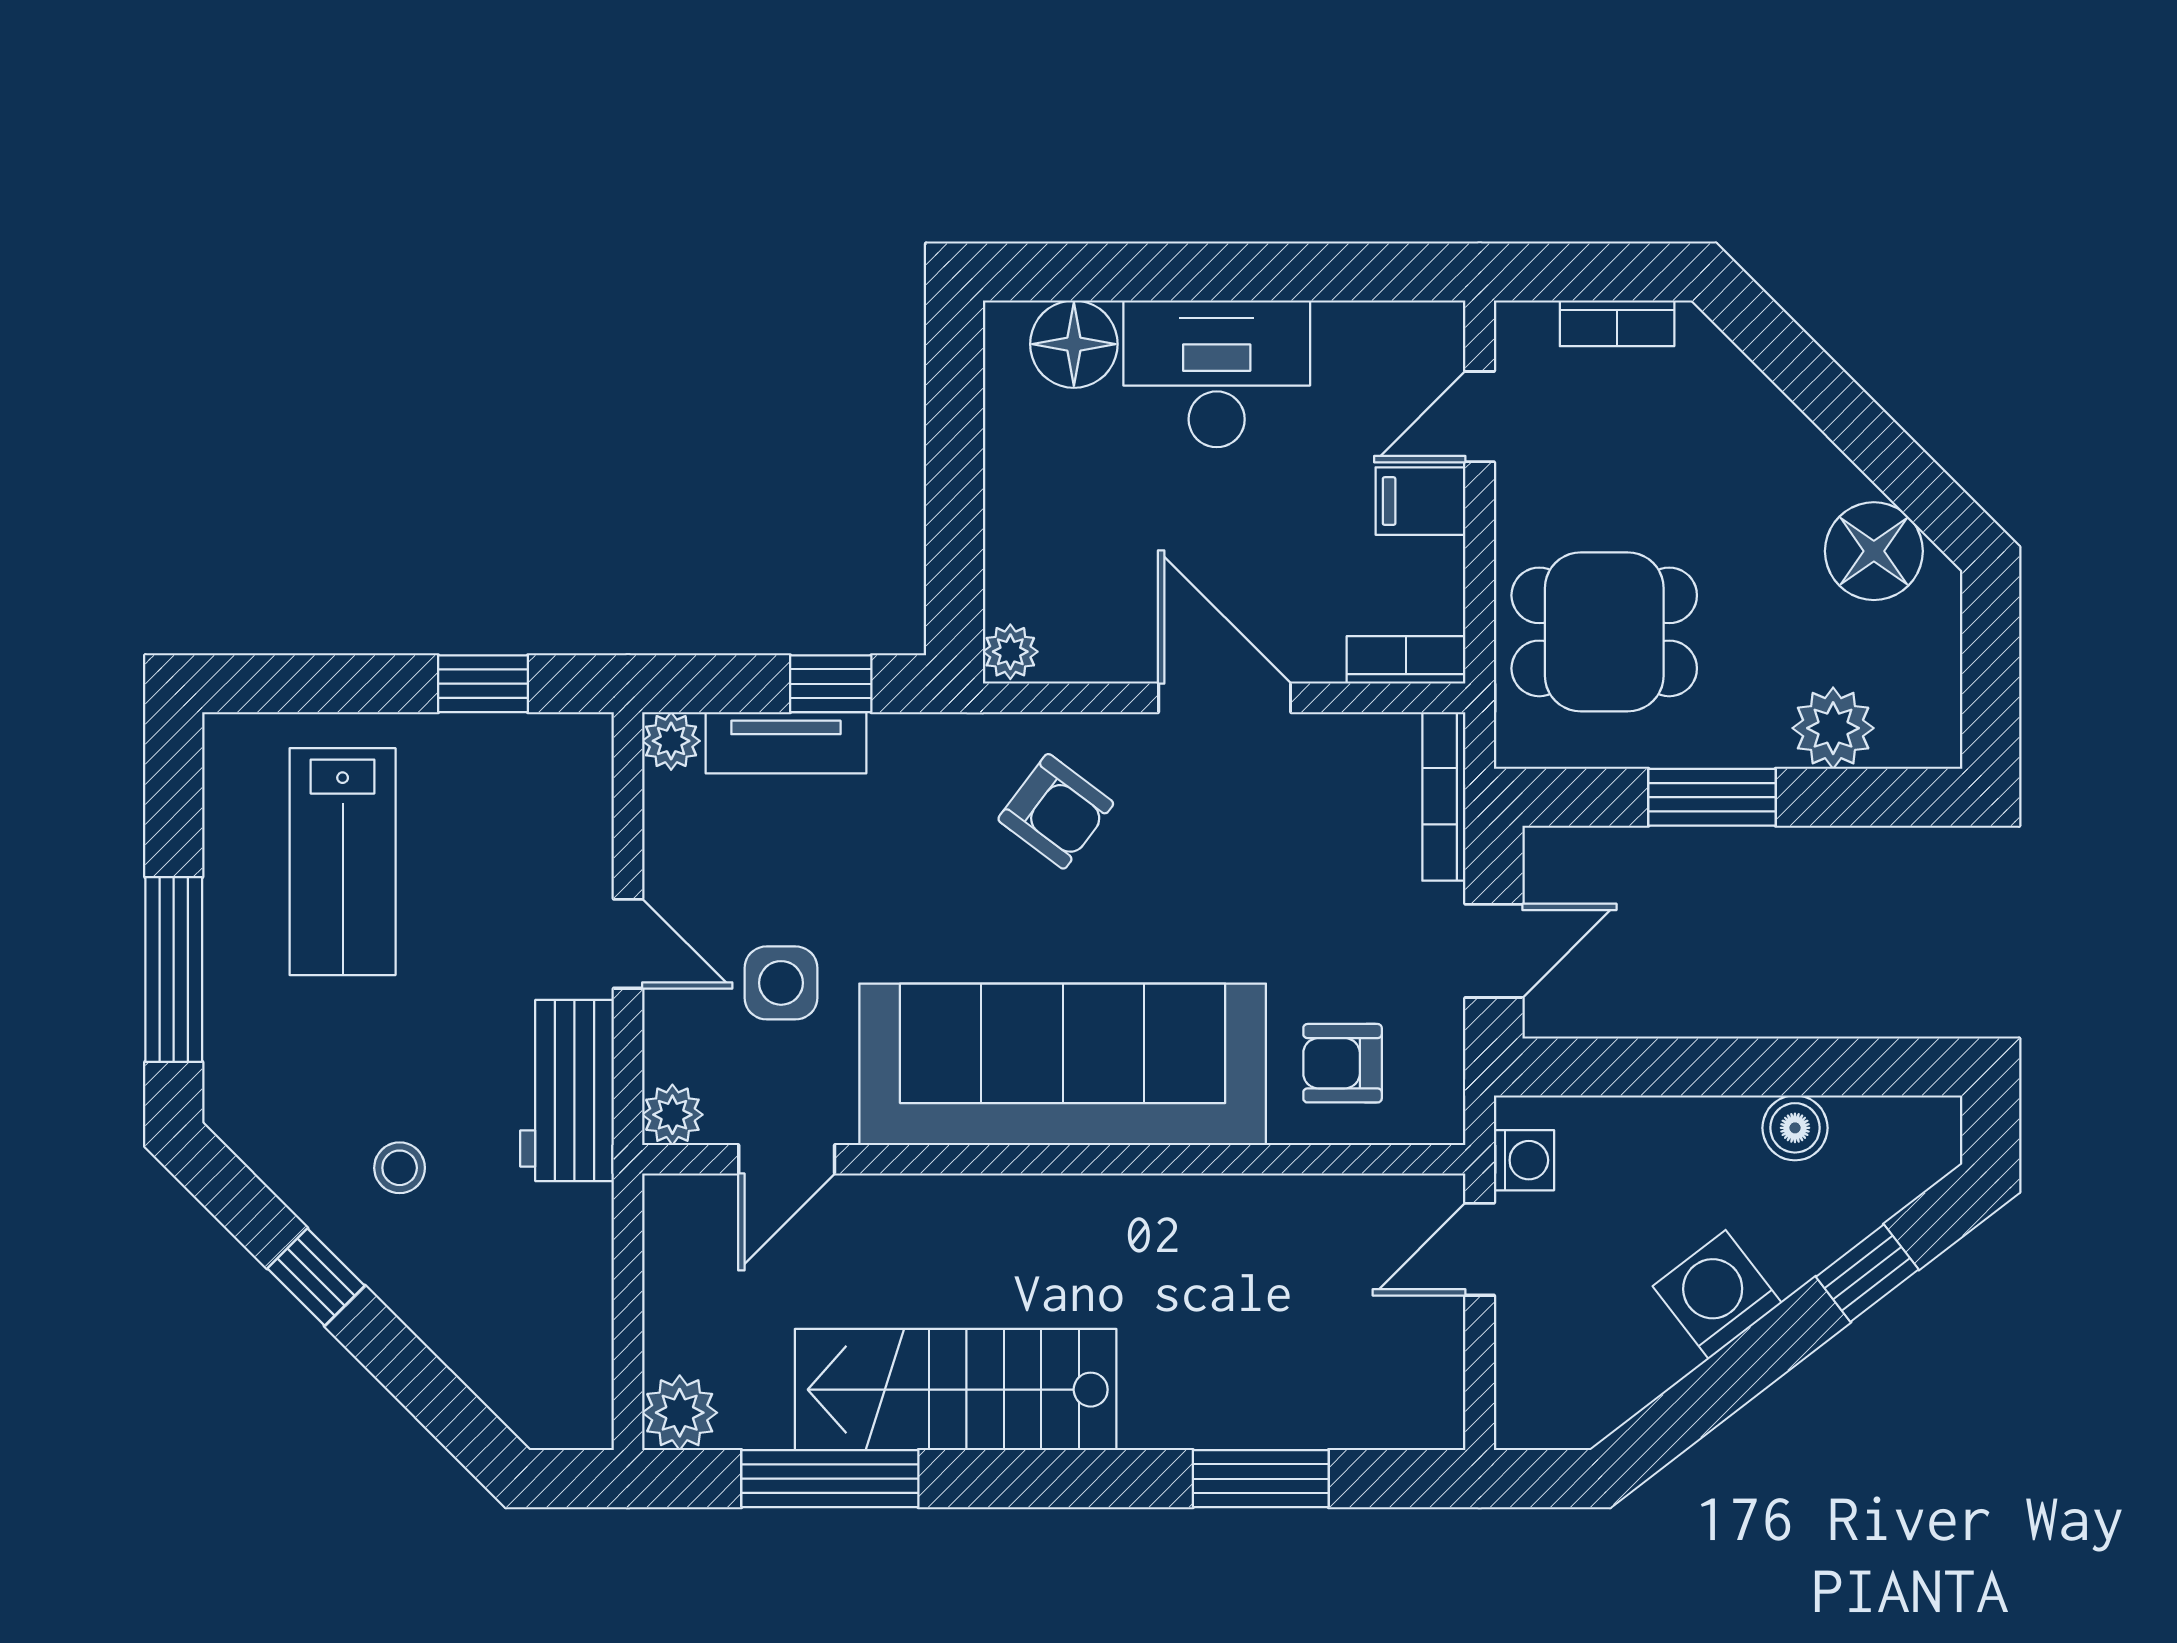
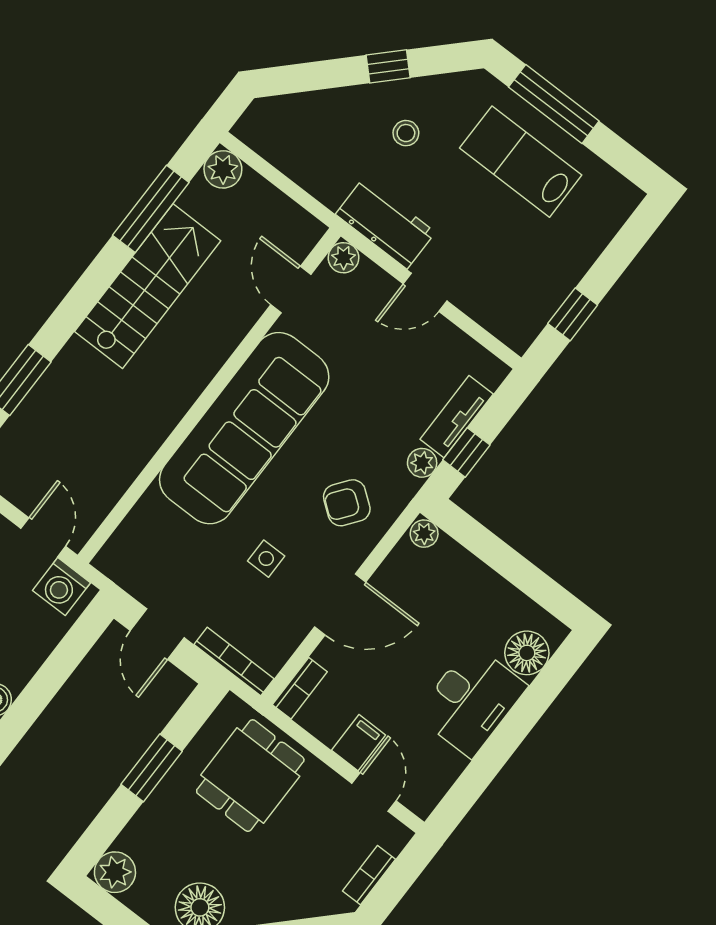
plant: (1833, 728) -> (115, 872), moved
plant: (671, 741) -> (422, 463), moved
lab bench: (343, 862) -> (521, 162), moved
side table: (781, 983) -> (266, 559), moved, width x0.73, depth x0.73
armchair: (1343, 1063) -> (159, 540), removed
washing machine: (1524, 1160) -> (61, 587), width x1.38, depth x1.38

